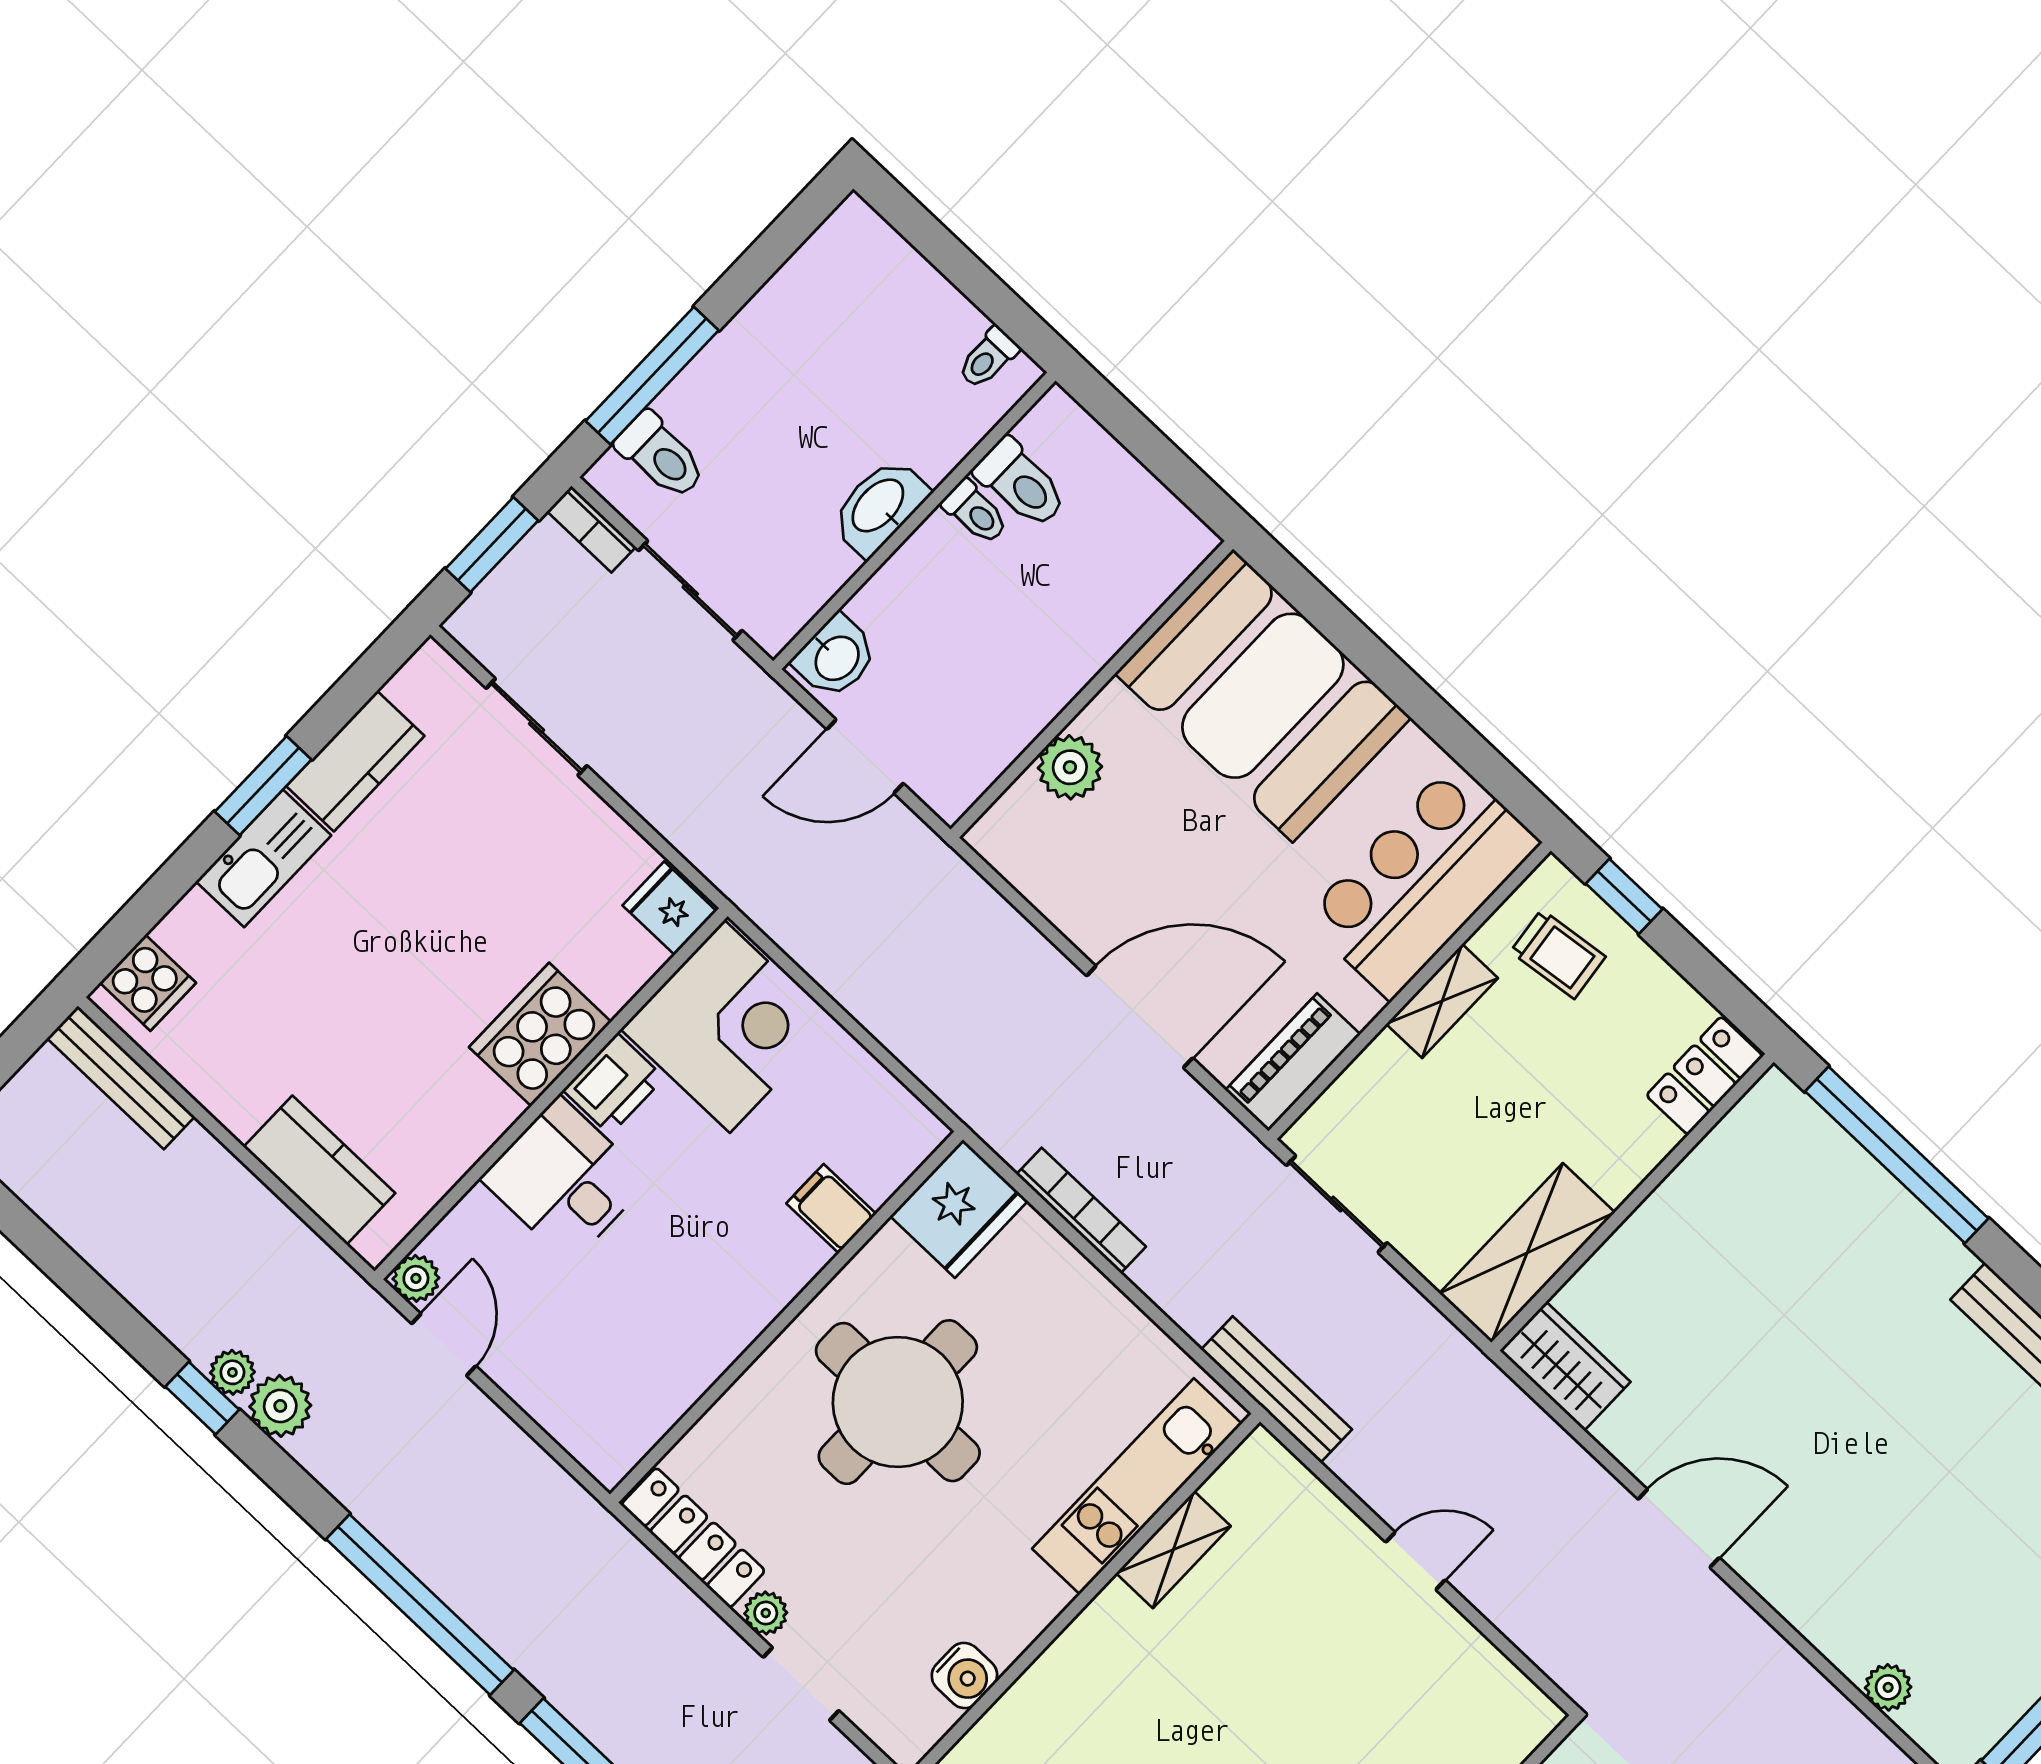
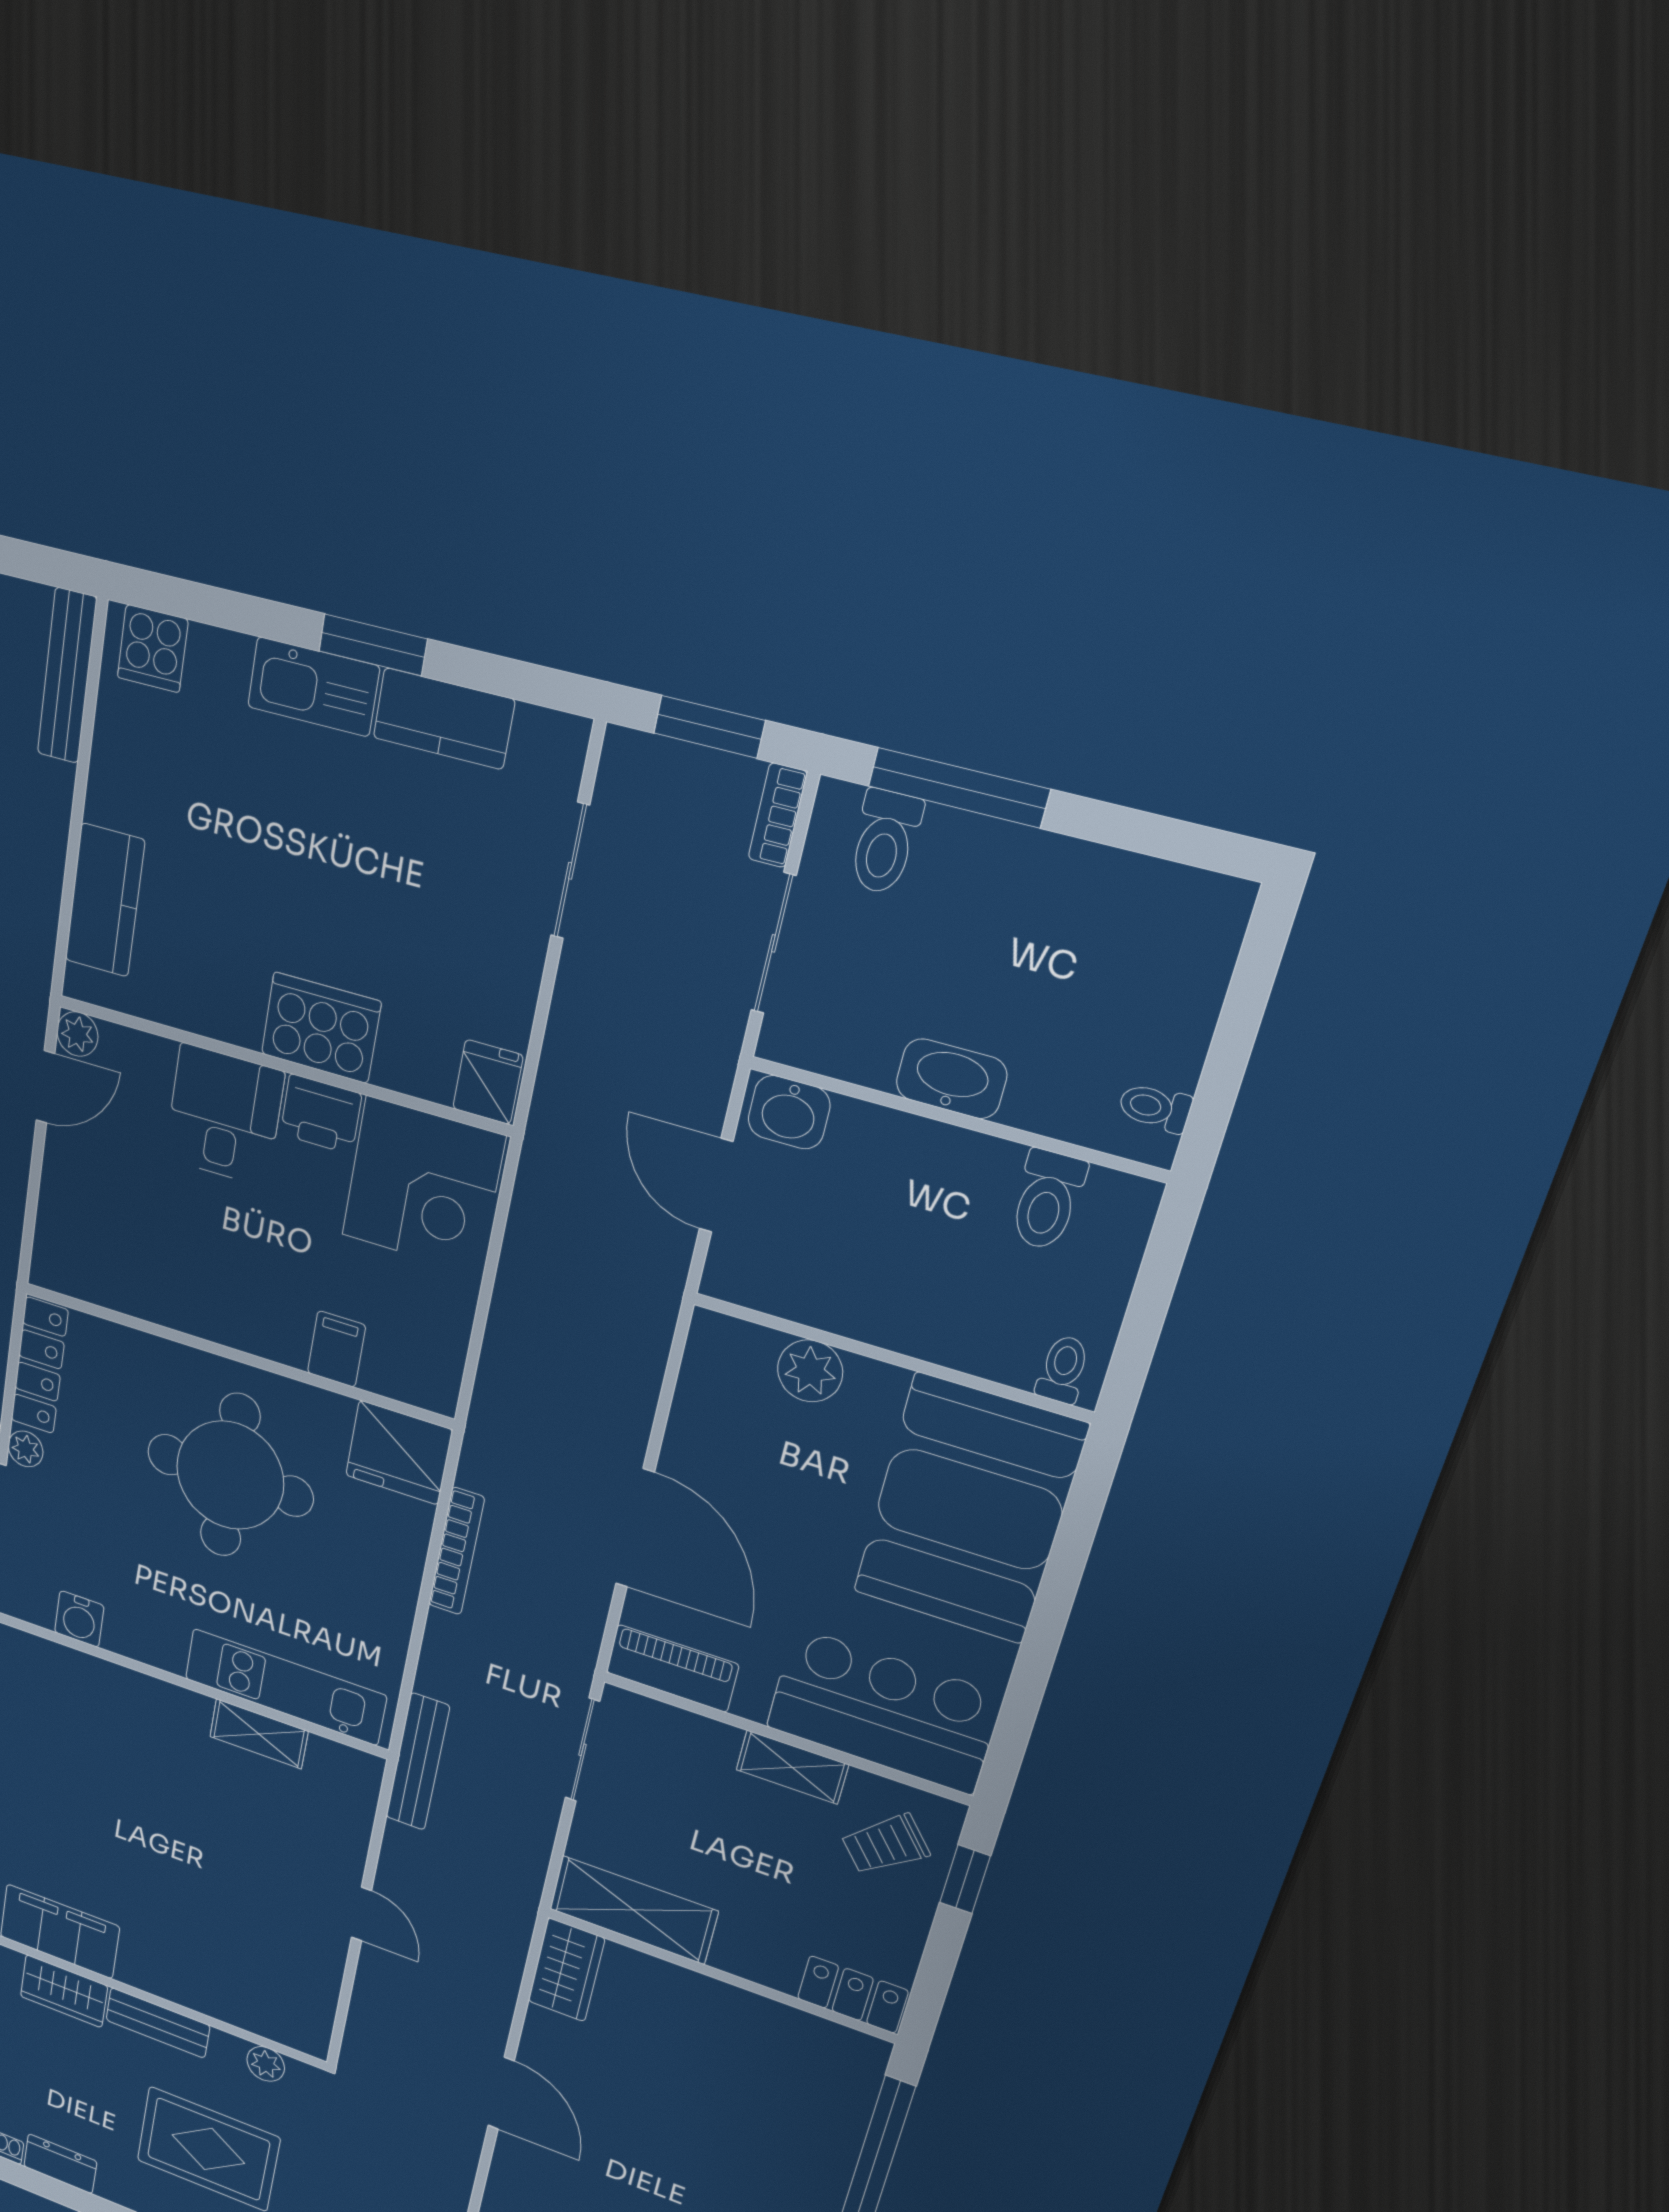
toilet: (975, 512) -> (1063, 1369), moved, turned 180
trolley: (1558, 954) -> (885, 1844), turned 57

